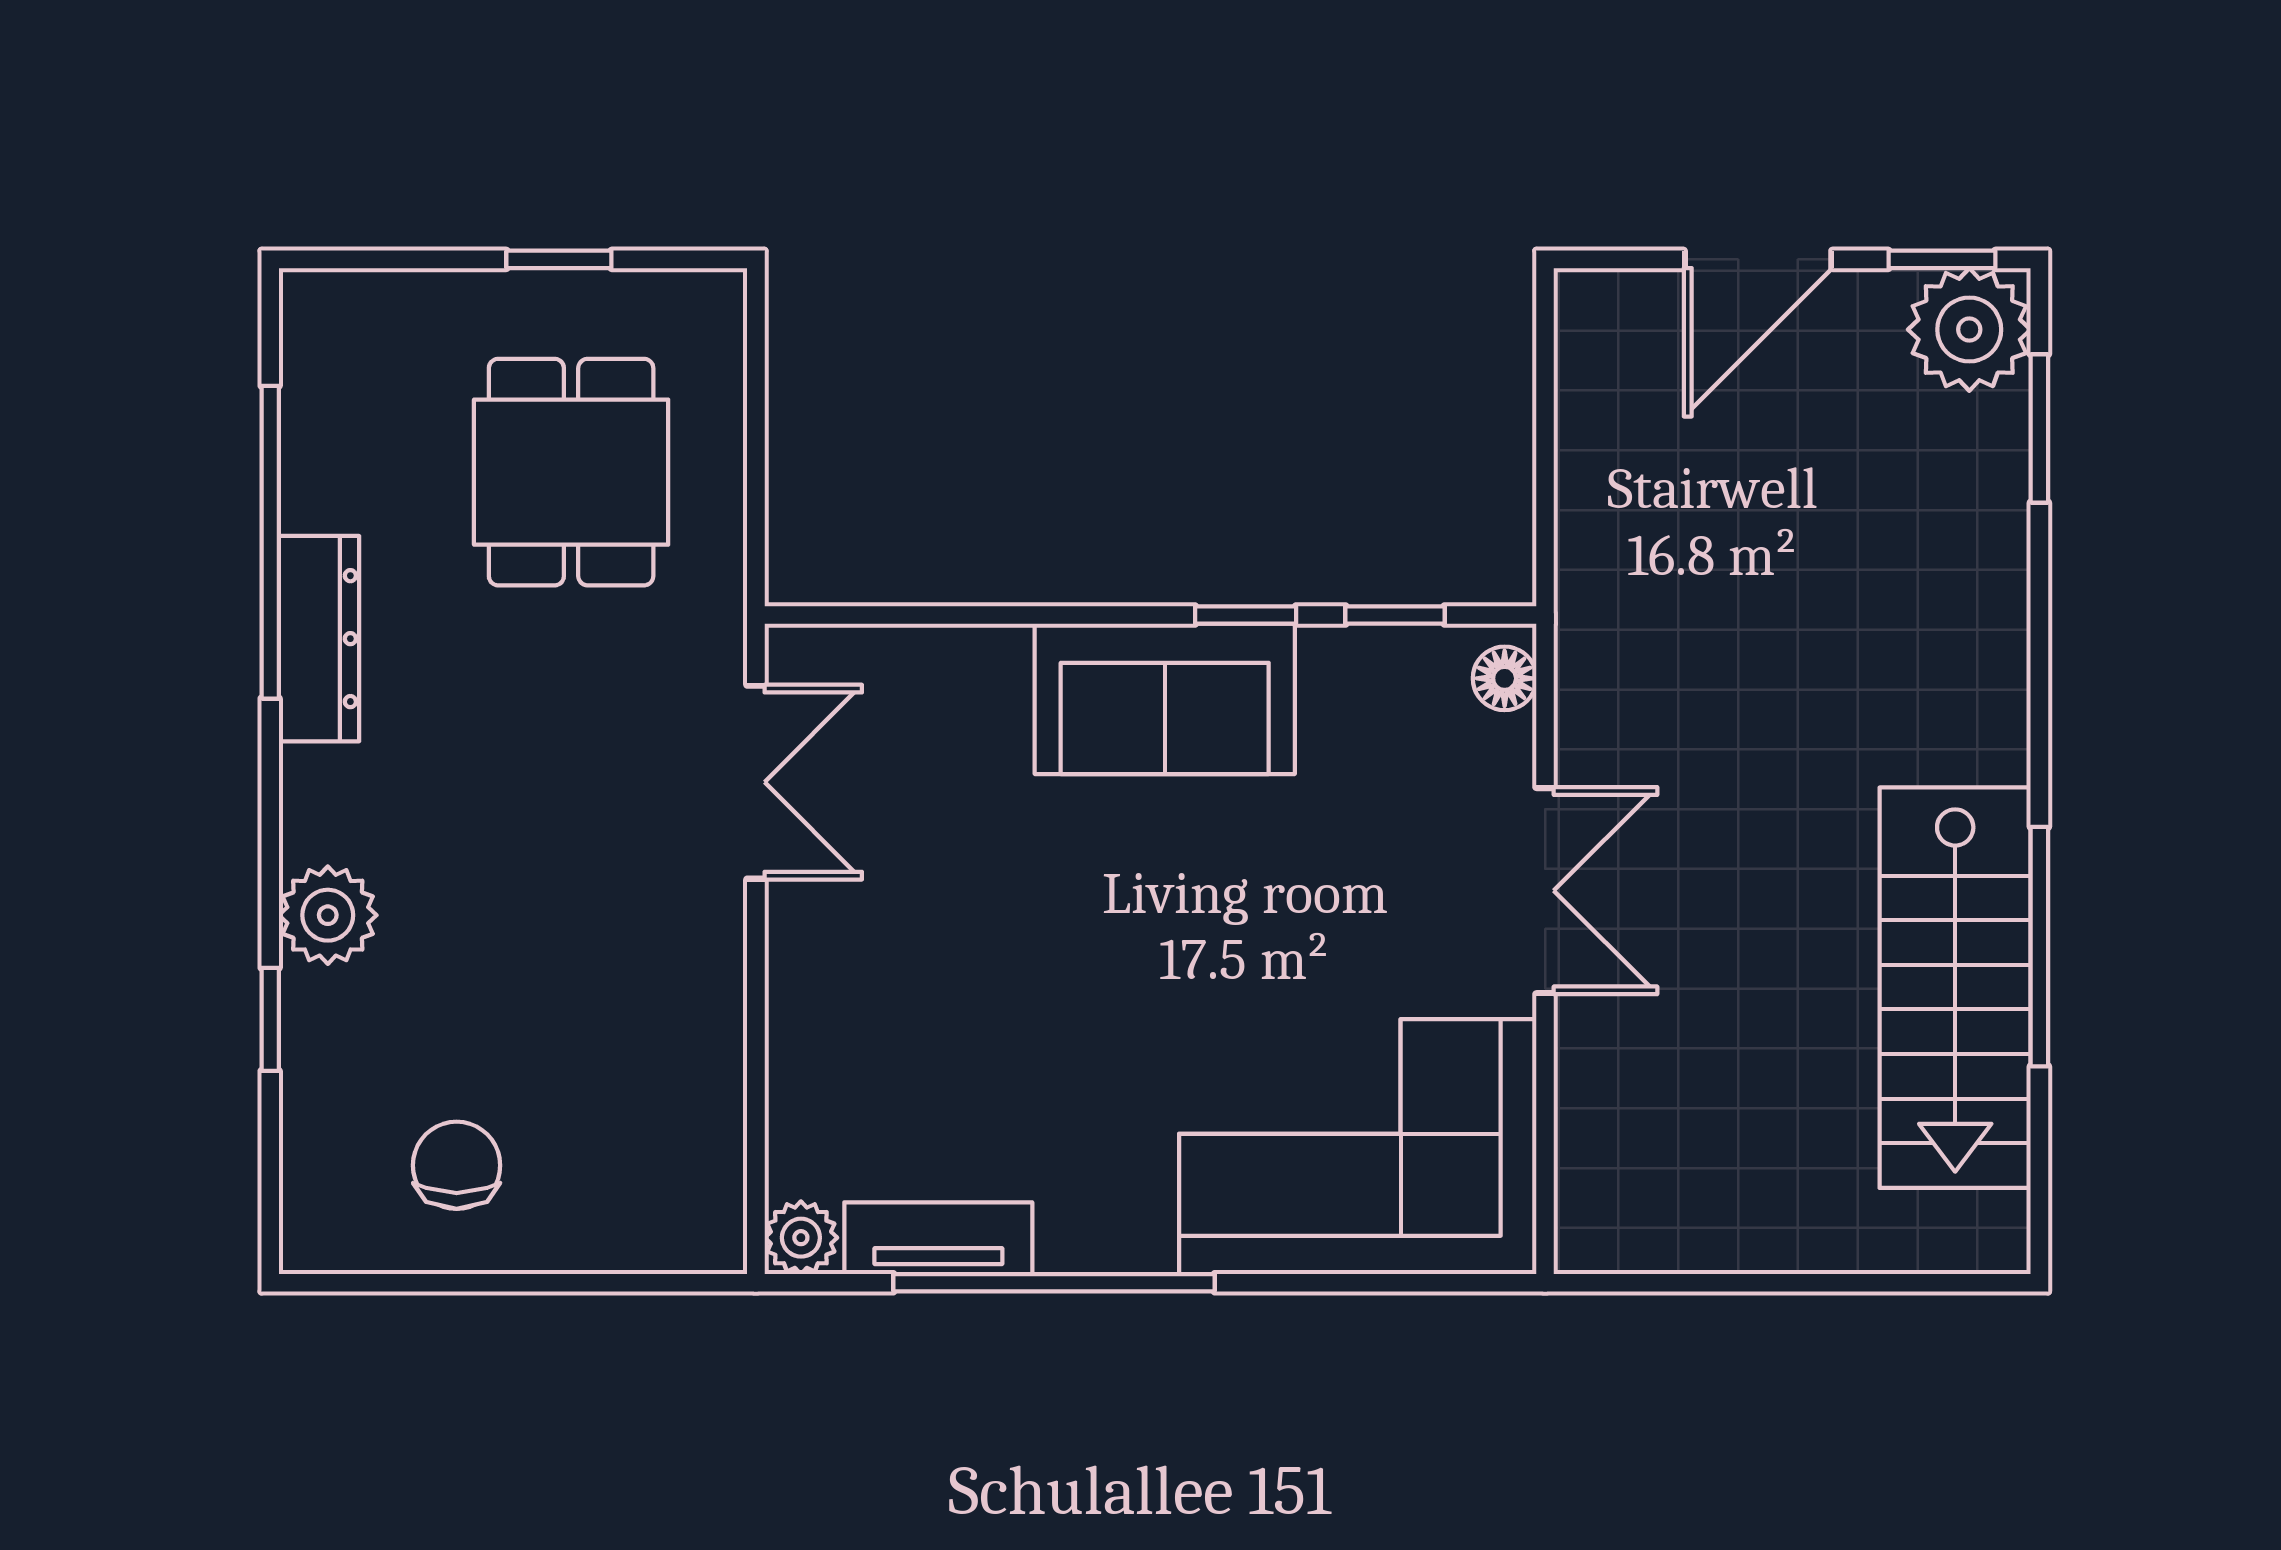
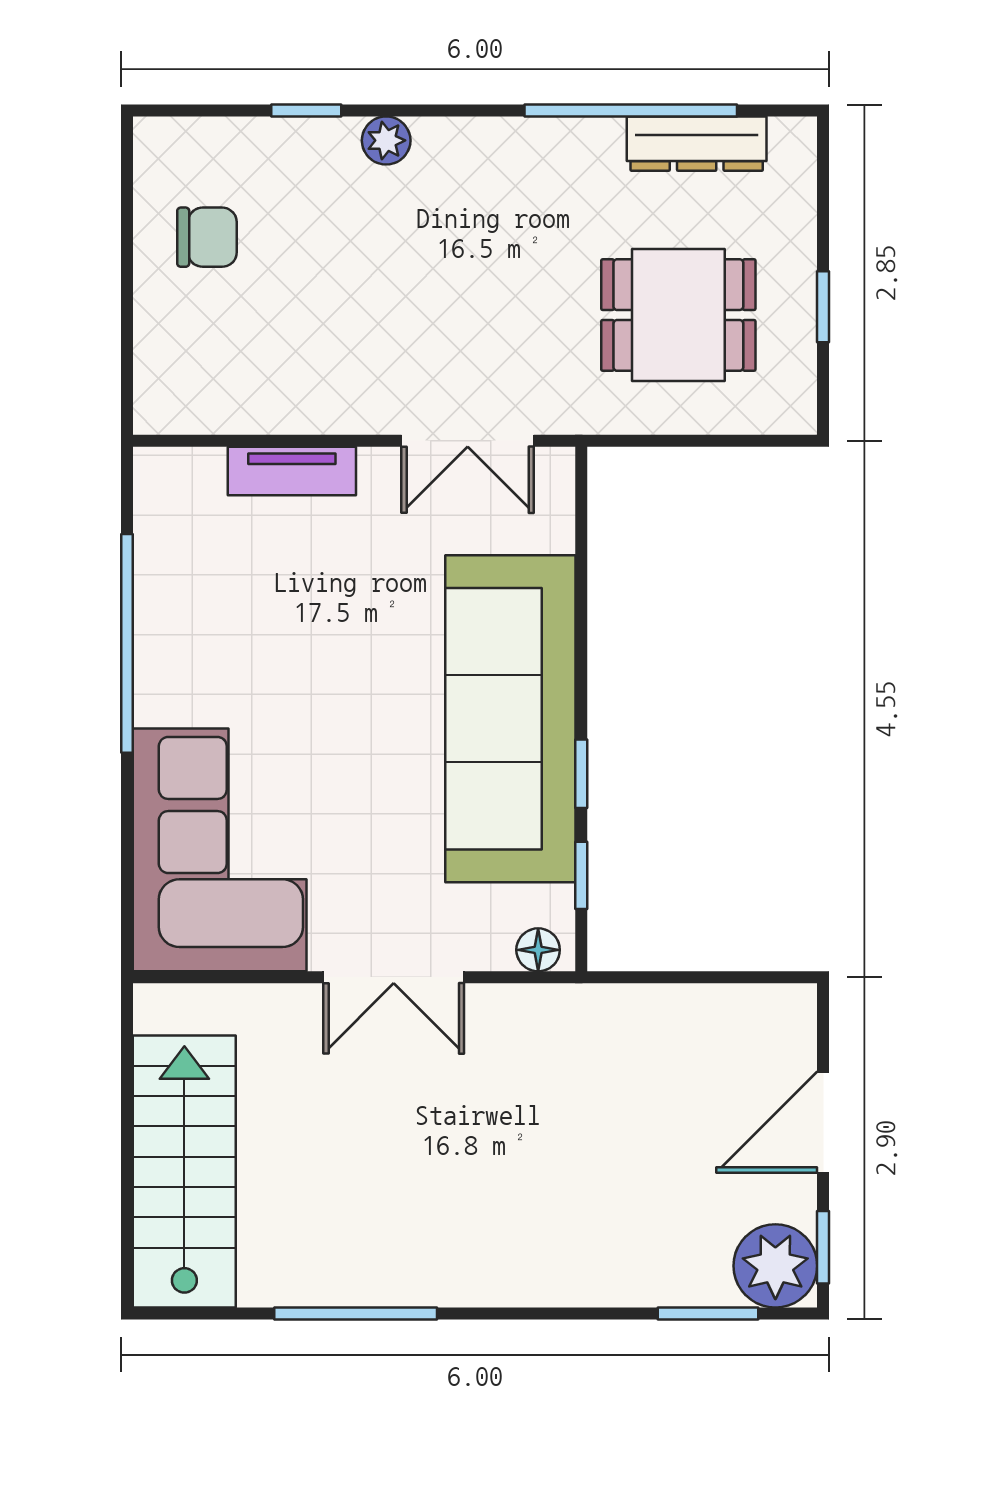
door: (1758, 259) -> (823, 1122), hinge flipped
dresser: (319, 639) -> (697, 144), moved
sofa: (1165, 699) -> (510, 719), width x1.85, depth x1.27
plant: (328, 915) -> (386, 140), width x0.73, depth x0.73
stairs: (1955, 988) -> (184, 1171), moved, turned 90
plant: (801, 1238) -> (158, 471), removed
tv unit: (938, 1238) -> (292, 471), moved, turned 90

